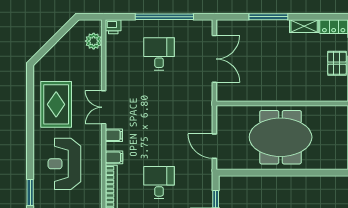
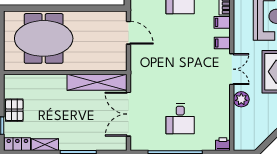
plant: (94, 41) -> (241, 99), moved
shelving: (248, 93) -> (97, 82), added
meeting table: (281, 137) -> (44, 38), moved

